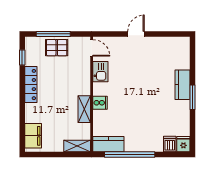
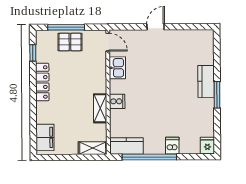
dishwasher: (170, 144) -> (172, 146), moved

